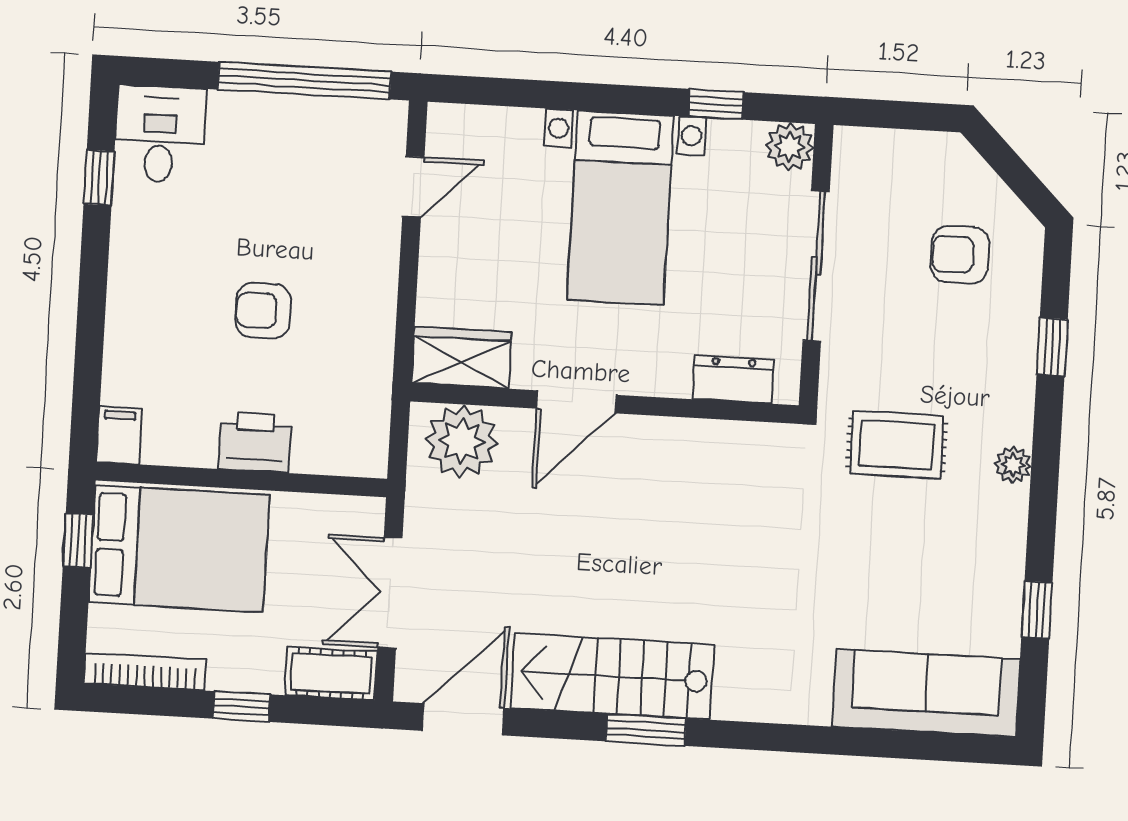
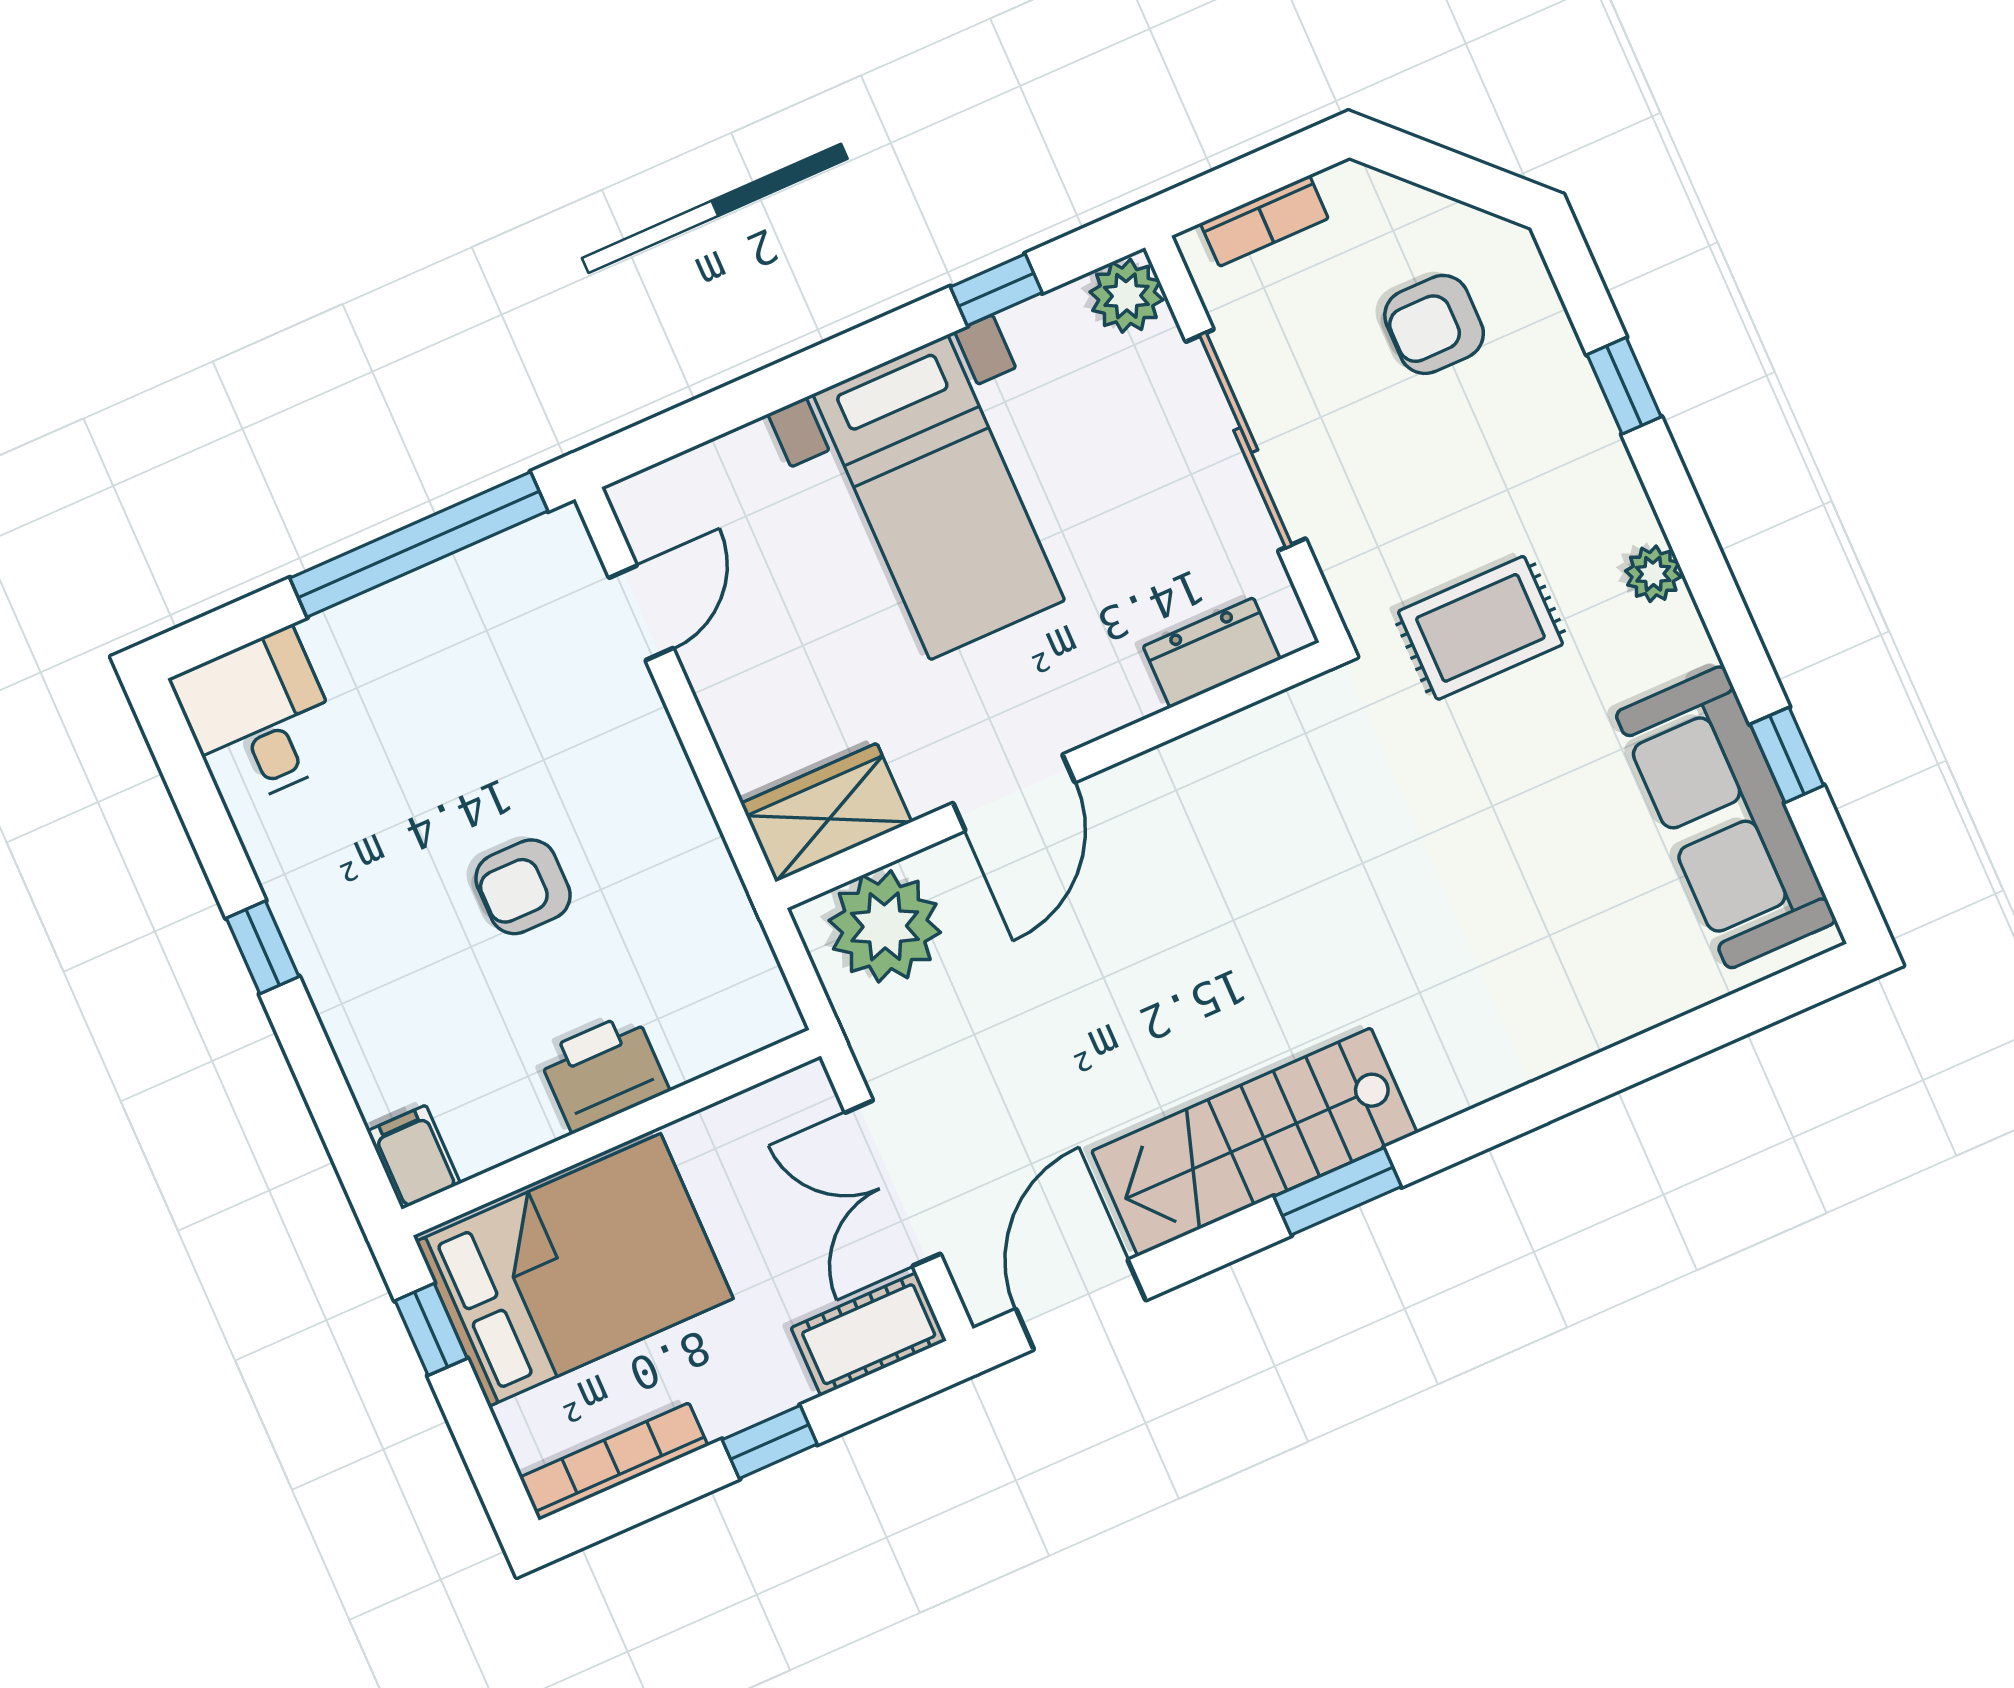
bookcase: (892, 144) -> (1264, 221), added
window: (99, 178) -> (263, 947), moved
sofa: (926, 693) -> (1726, 817), moved, turned -90

